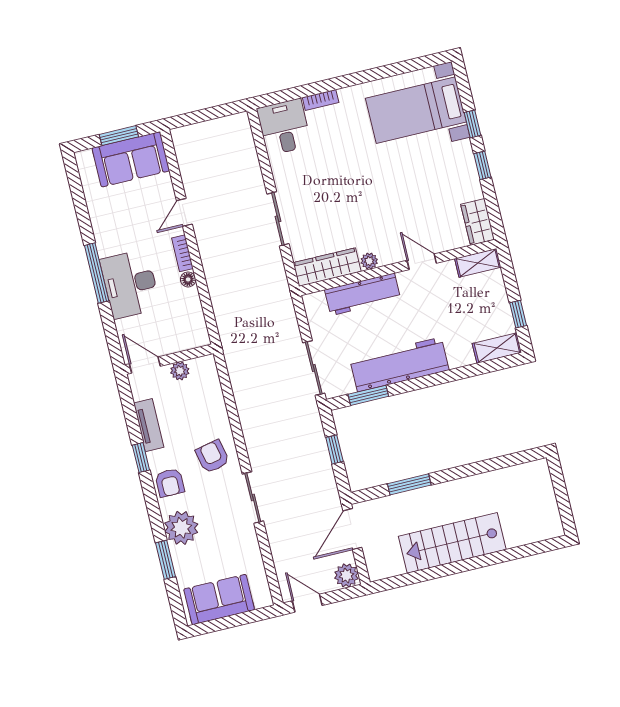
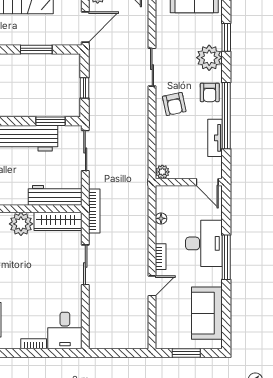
sofa: (131, 159) -> (207, 313), moved, turned -90
plant: (369, 261) -> (21, 224), width x1.88, depth x1.88
floor lamp: (188, 279) -> (161, 218), moved
bookcase: (283, 292) -> (94, 211), added
workbench: (363, 294) -> (55, 195), moved
plant: (180, 371) -> (162, 172), moved
window: (141, 458) -> (226, 116), width x3.17
armchair: (170, 483) -> (210, 92), turned 180

